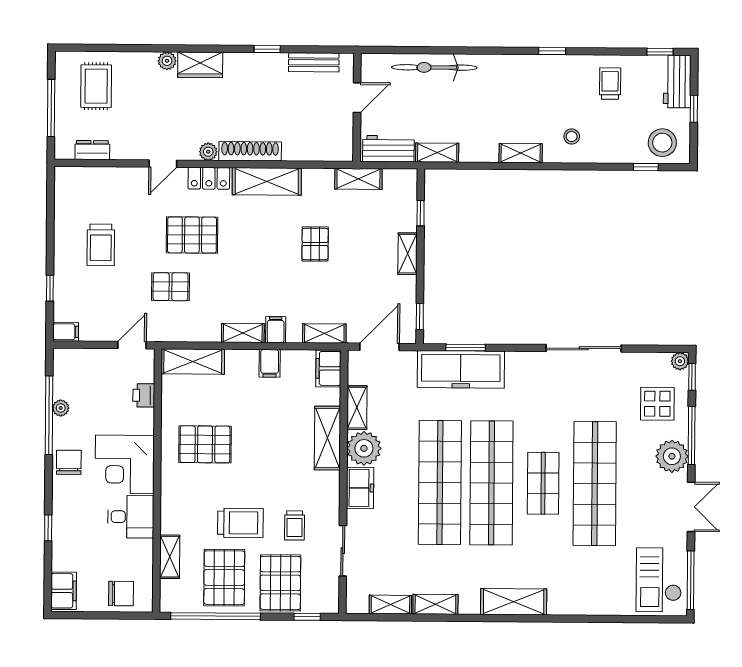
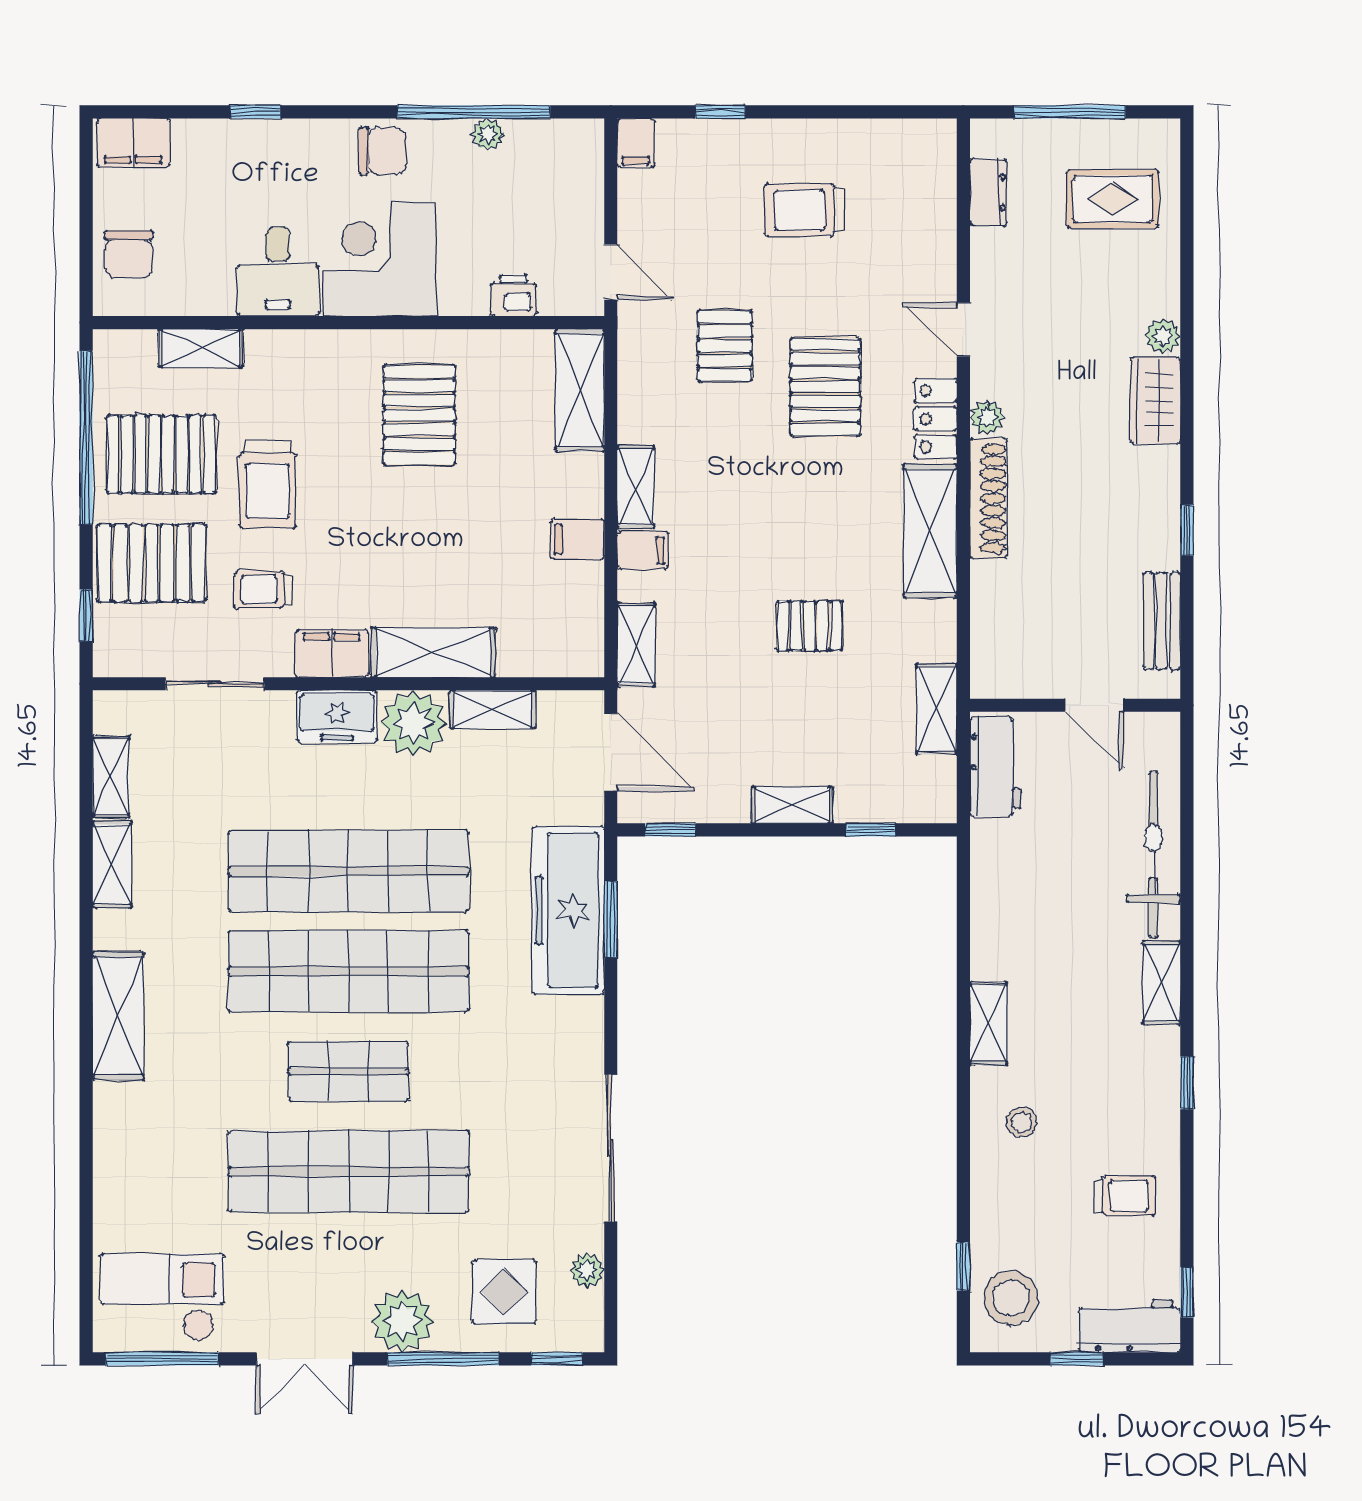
shelving: (437, 153) -> (1162, 983), moved
plant: (680, 361) -> (587, 1270), moved
filing cabinet: (328, 368) -> (332, 653), moved

